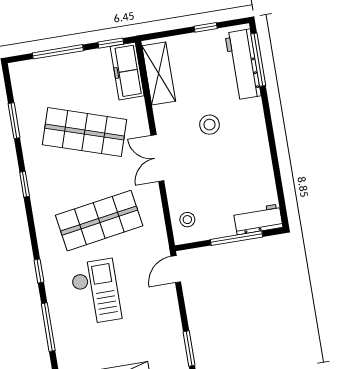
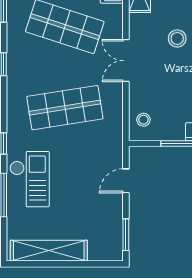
door: (176, 269) -> (126, 181), moved
checkout: (96, 292) -> (29, 179), moved

